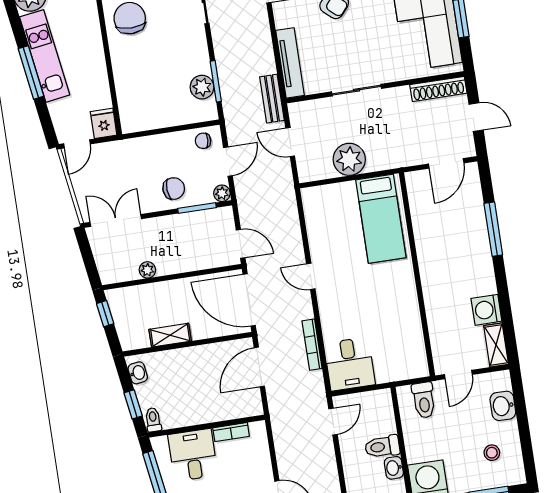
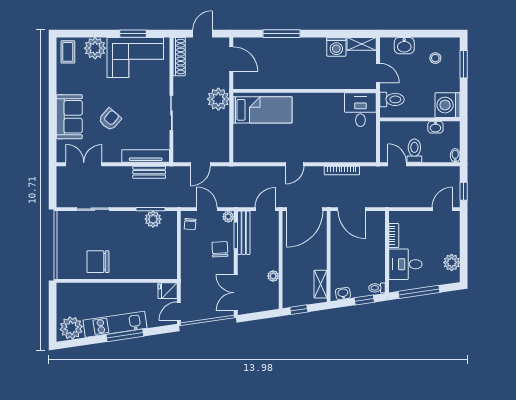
bench: (272, 99) -> (149, 172), moved
door: (77, 144) -> (179, 311), swing flipped
plant: (349, 159) -> (218, 99), moved
bench: (202, 219) -> (244, 233), added
shelving: (170, 335) -> (320, 284), moved
desk: (350, 364) -> (360, 110), moved, turned -90
toilet: (382, 447) -> (414, 151), moved, turned 180

